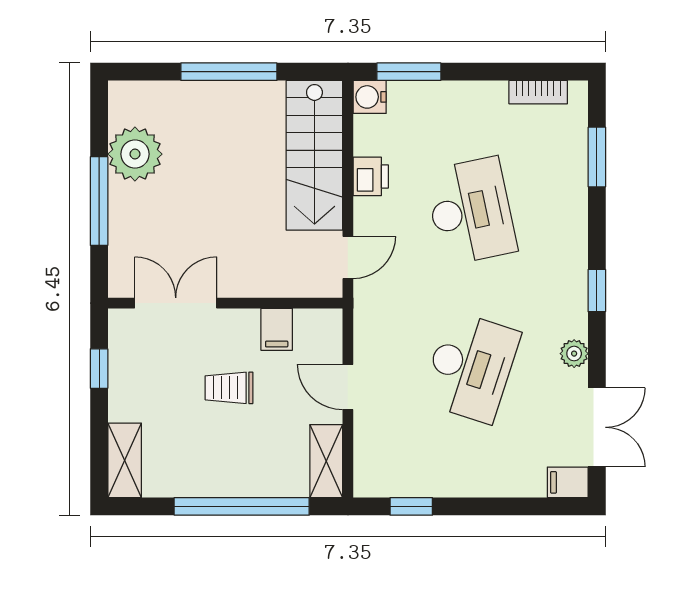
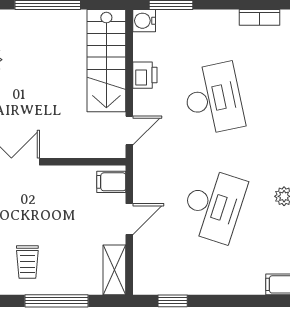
filing cabinet: (277, 329) -> (111, 182), moved, turned 90
door: (348, 387) -> (129, 219), swing flipped
trolley: (229, 388) -> (27, 262), moved, turned -90
window: (242, 506) -> (57, 301), width x0.68

